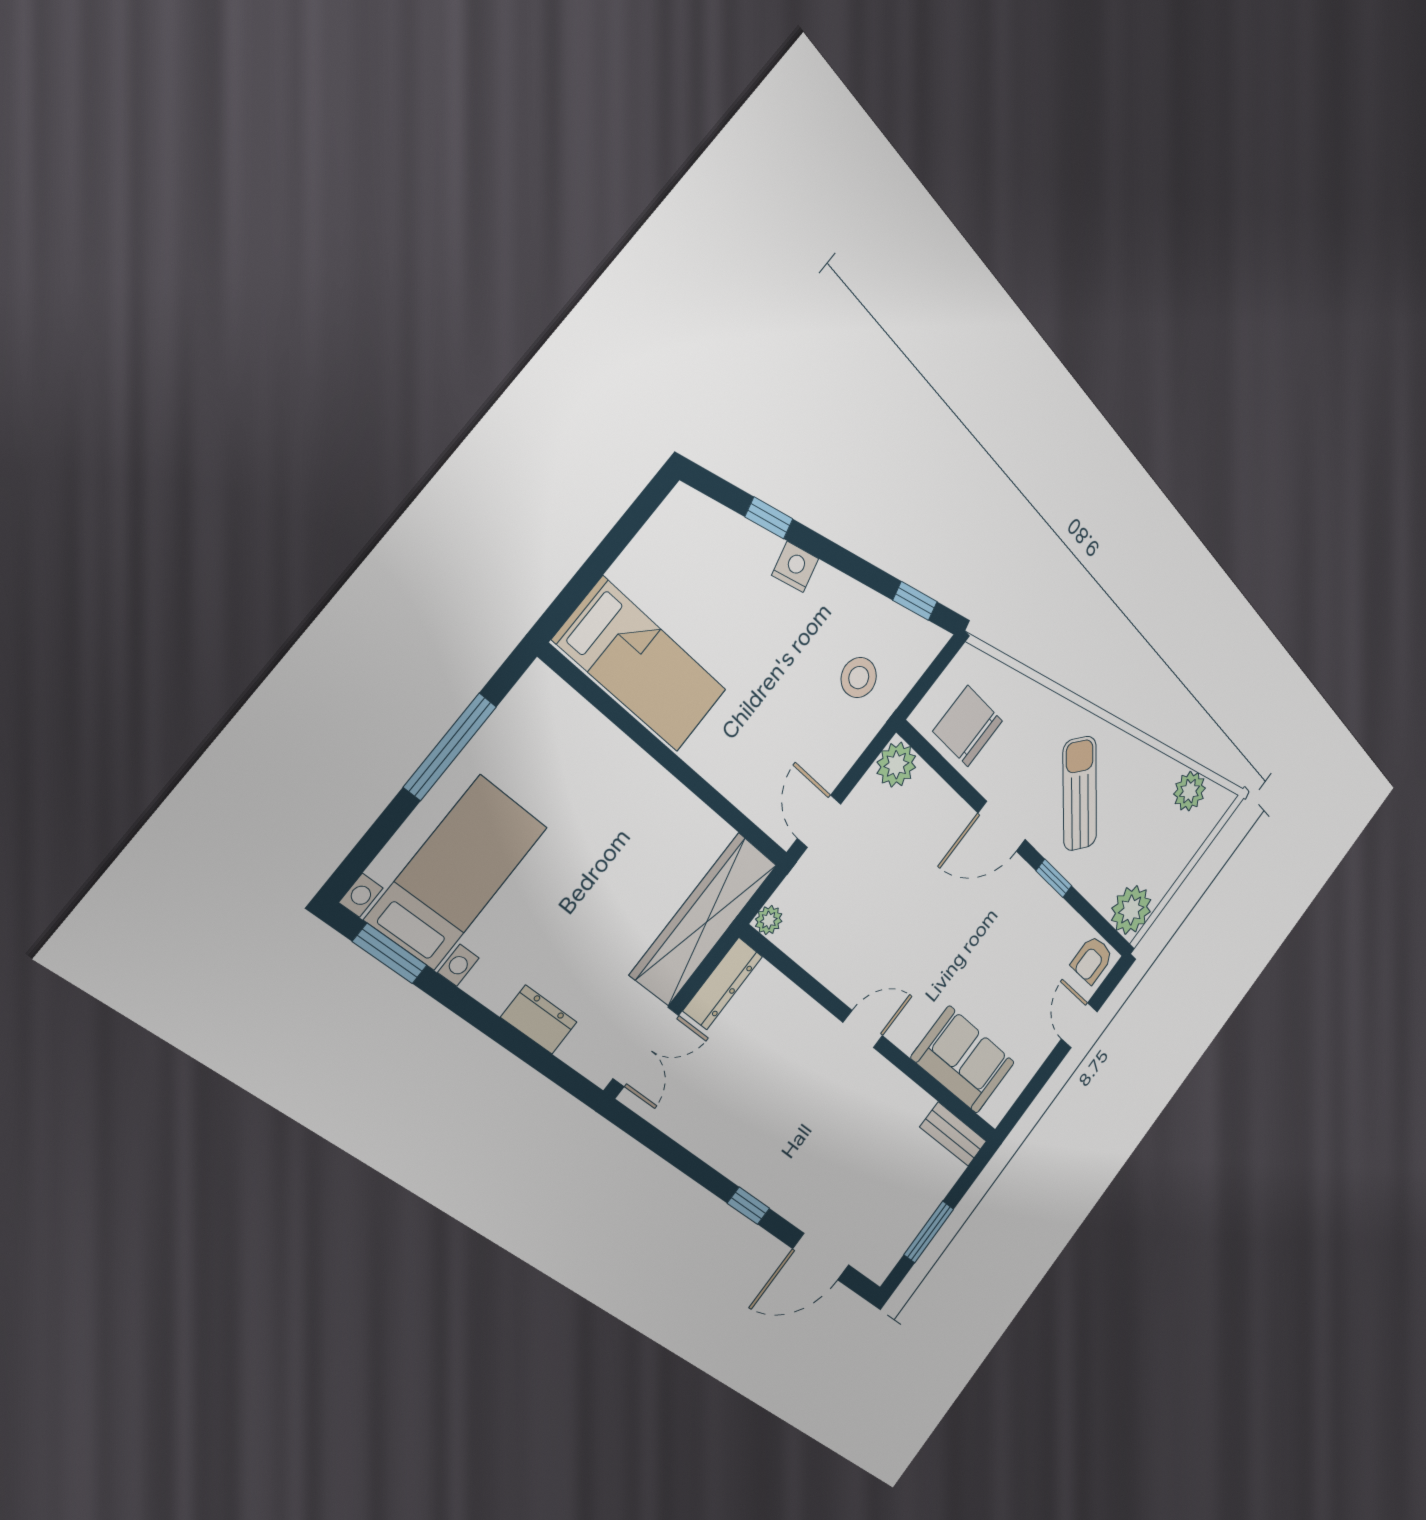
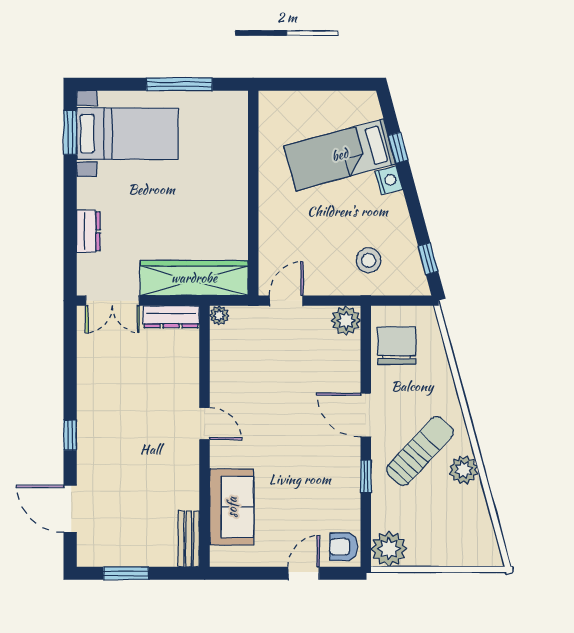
bed: (641, 665) -> (340, 155), moved, turned 75
plant: (1190, 791) -> (464, 470), moved

